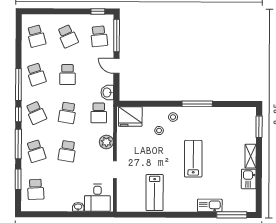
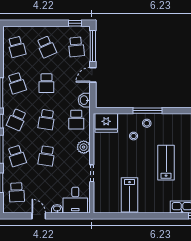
door: (116, 66) -> (93, 75), hinge flipped
window: (197, 104) -> (148, 111), moved
school desk: (36, 113) -> (17, 120), turned 48
door: (59, 214) -> (39, 216), added

